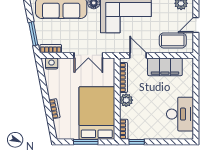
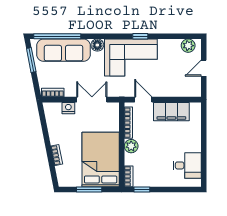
window: (33, 34) -> (31, 60), moved
coffee table: (173, 40) -> (180, 84), removed
double door: (88, 55) -> (92, 100), swing flipped
nightstand: (52, 63) -> (68, 108), moved
desk: (180, 114) -> (187, 165), width x0.73

